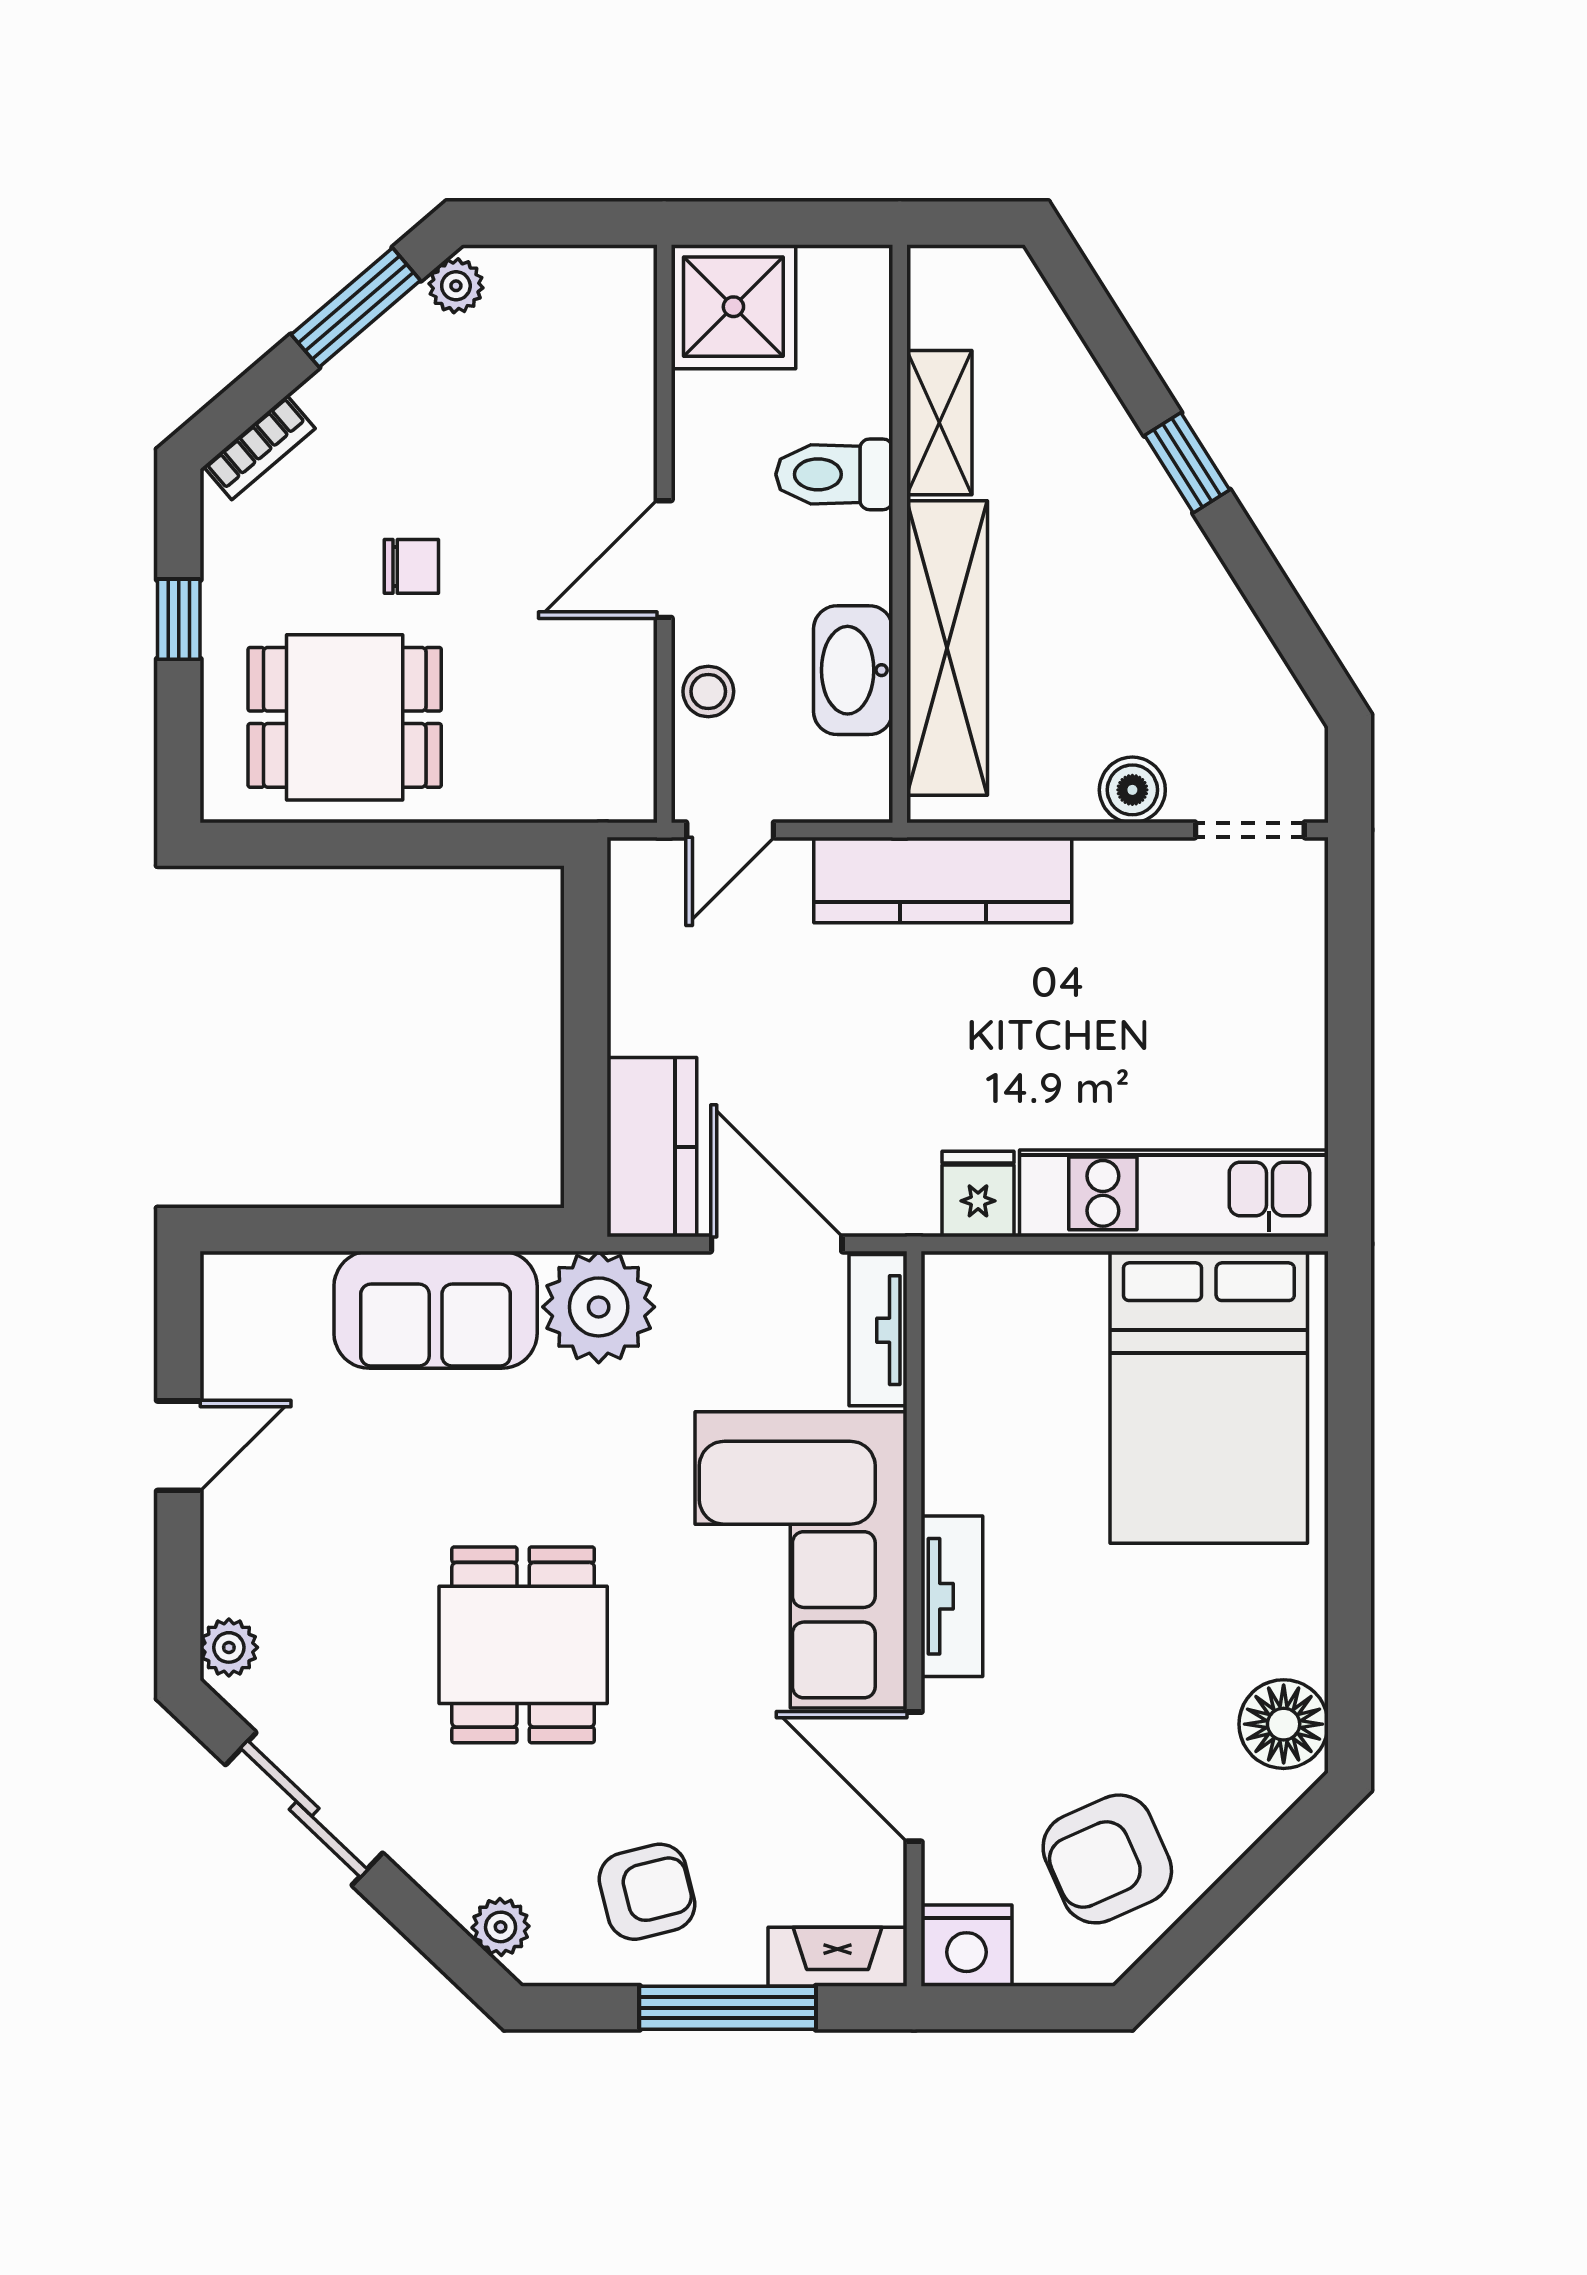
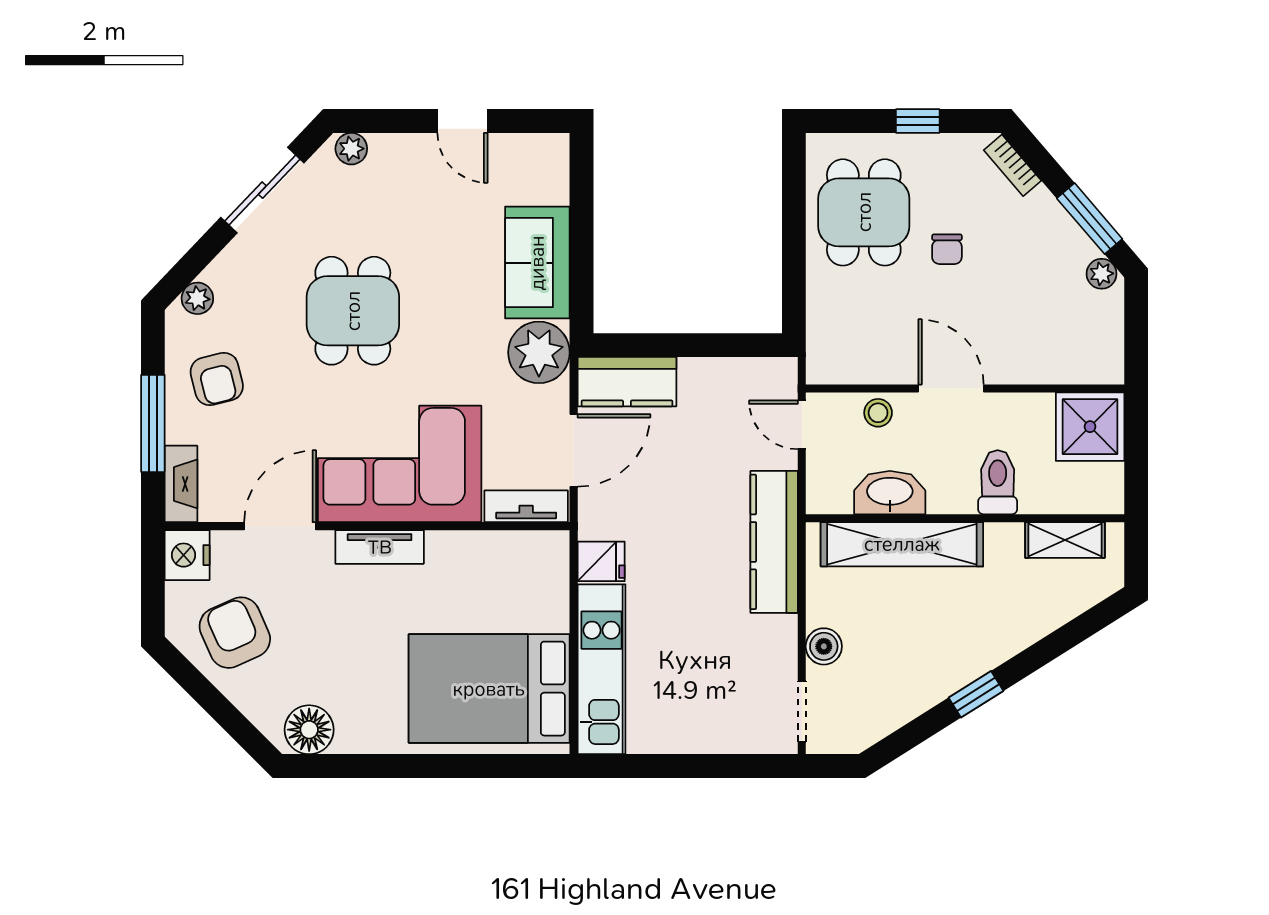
shelving: (939, 423) -> (1065, 540), moved
window: (1187, 463) -> (976, 694), moved
dining table: (523, 1645) -> (353, 311), turned 90

